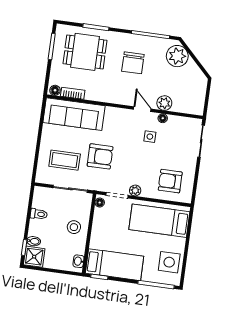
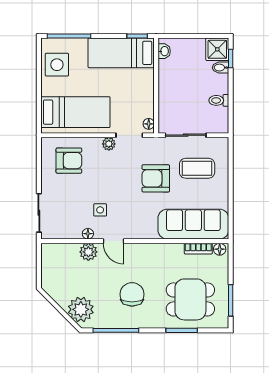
stool: (74, 227) -> (175, 91), removed

